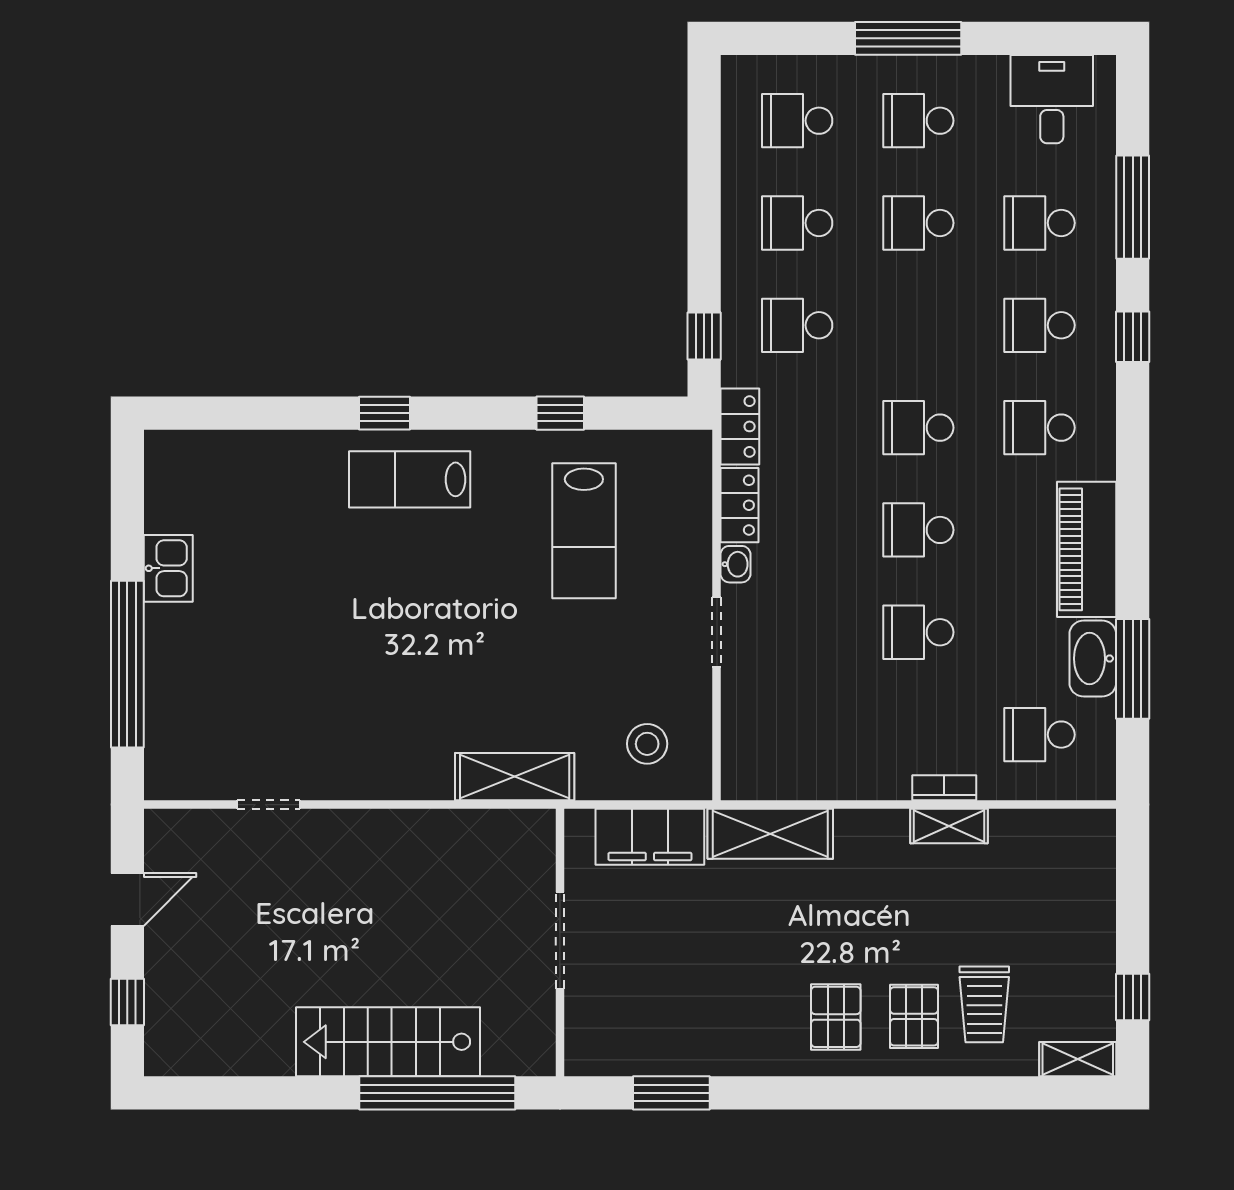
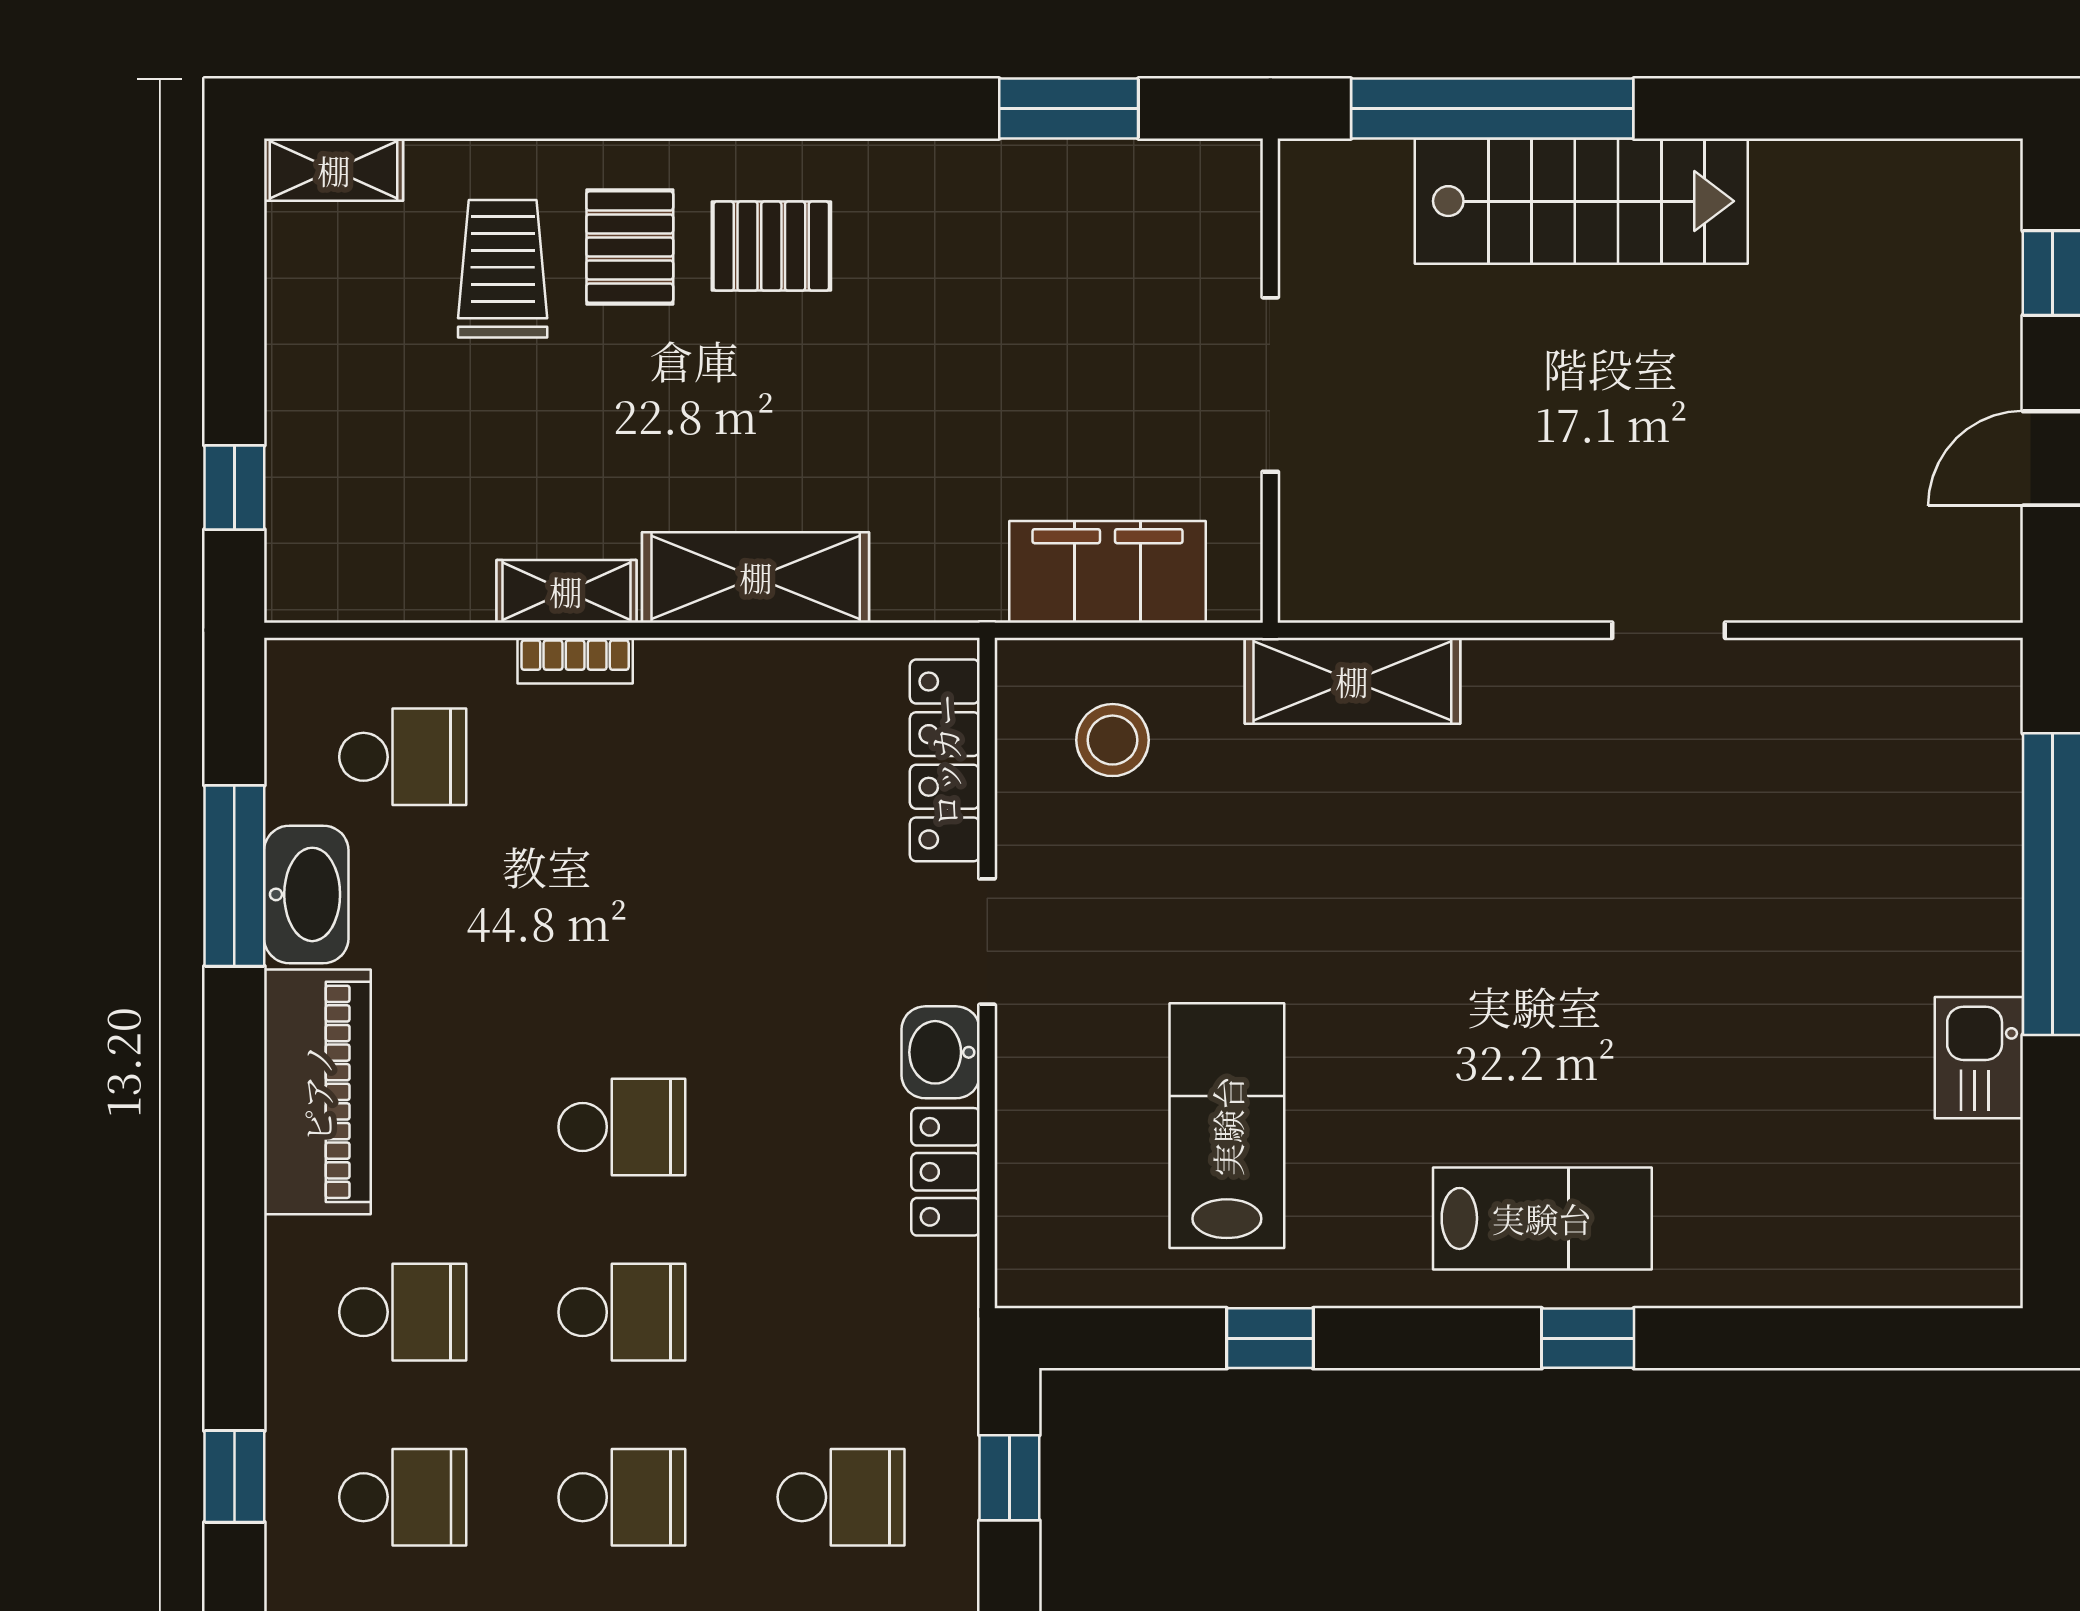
locker: (740, 426) -> (945, 760), moved, width x1.53
washbasin: (736, 564) -> (941, 1052), width x1.38, depth x1.45
school desk: (918, 632) -> (622, 1497), moved
doorway: (269, 805) -> (1669, 630), moved
shelving: (770, 834) -> (756, 577), moved
window: (1133, 997) -> (234, 487), moved
pallet: (836, 1017) -> (771, 246), turned 90

